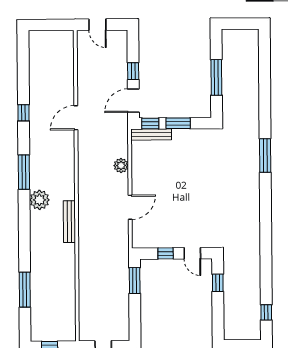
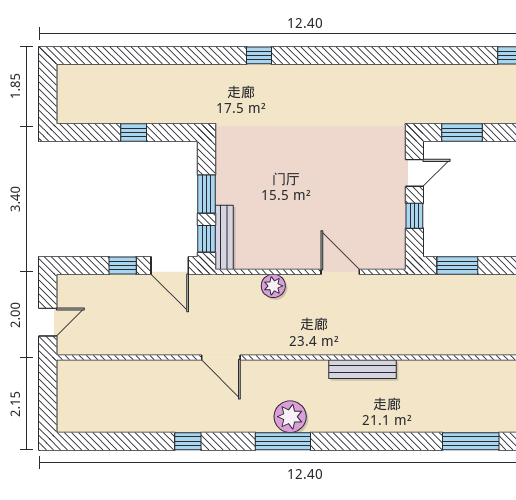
window: (216, 77) -> (134, 133), width x0.46
door: (76, 118) -> (221, 358), moved
window: (265, 156) -> (259, 55), width x0.46
plant: (39, 200) -> (290, 417), moved
window: (218, 283) -> (462, 133), width x1.50

